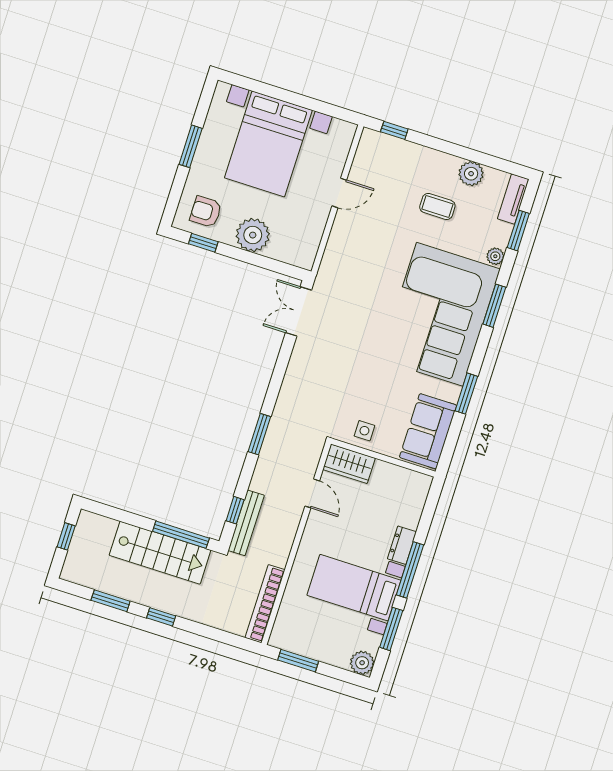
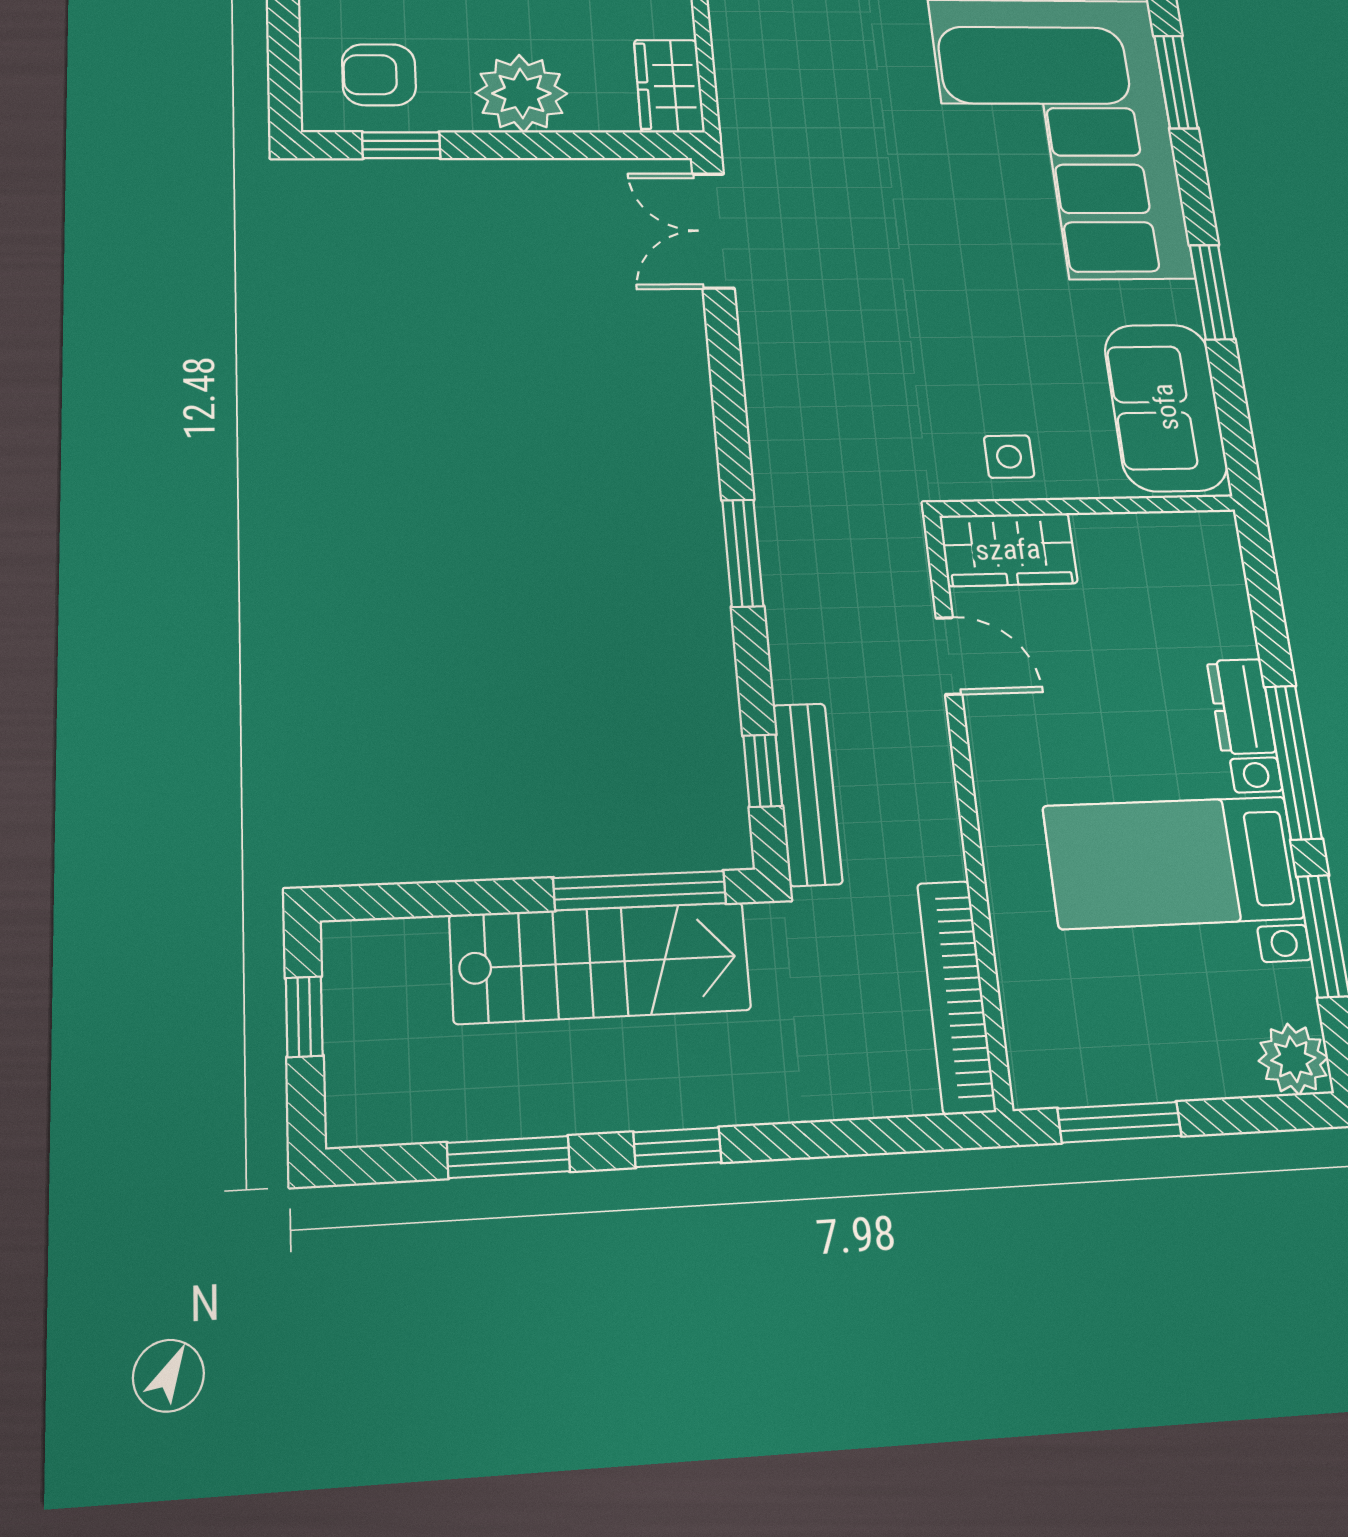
wardrobe: (306, 249) -> (669, 86), added

